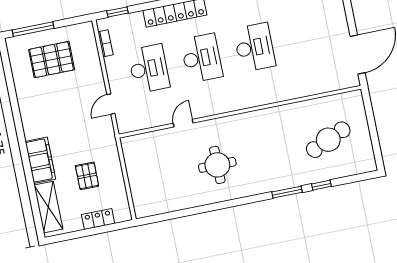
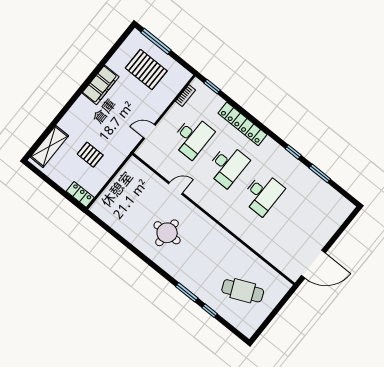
filing cabinet: (40, 160) -> (101, 85), moved
pallet: (87, 176) -> (90, 155), turned 90
locker: (98, 219) -> (80, 194), moved

